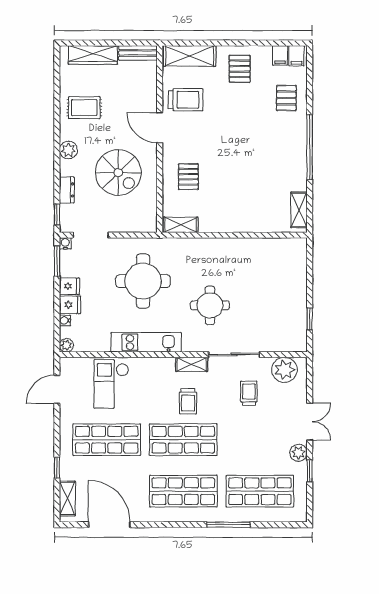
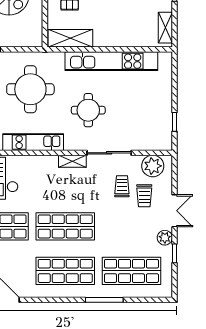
shelving: (181, 225) -> (70, 38), width x1.50, depth x1.33
kitchen unit: (237, 249) -> (111, 61), added
trolley: (188, 401) -> (144, 196), moved

